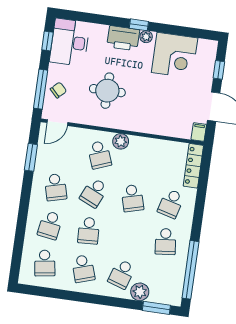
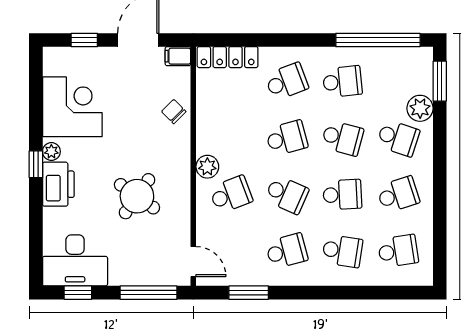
chair: (58, 90) -> (174, 112), moved
round table: (107, 91) -> (137, 196), turned 35
school desk: (171, 204) -> (287, 82), turned -36
school desk: (127, 236) -> (342, 138), added

